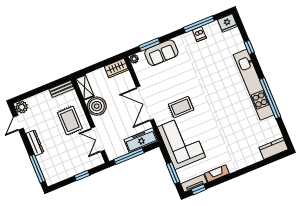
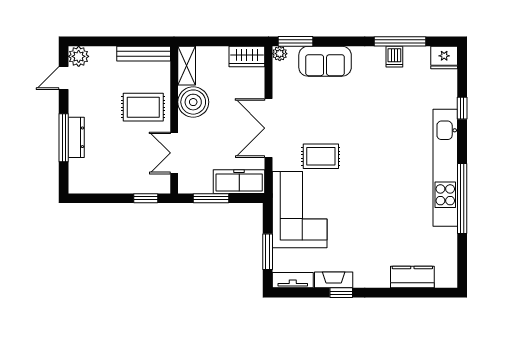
window: (149, 45) -> (295, 41), moved
bench: (62, 89) -> (144, 54), width x1.36
rug: (70, 121) -> (143, 107), turned 90
dresser: (35, 143) -> (76, 137), moved
kitchen counter: (274, 148) -> (412, 277), moved
window: (129, 156) -> (211, 198), width x0.69
window: (37, 169) -> (64, 138), moved
window: (82, 175) -> (146, 198), moved
window: (199, 189) -> (341, 293), moved

